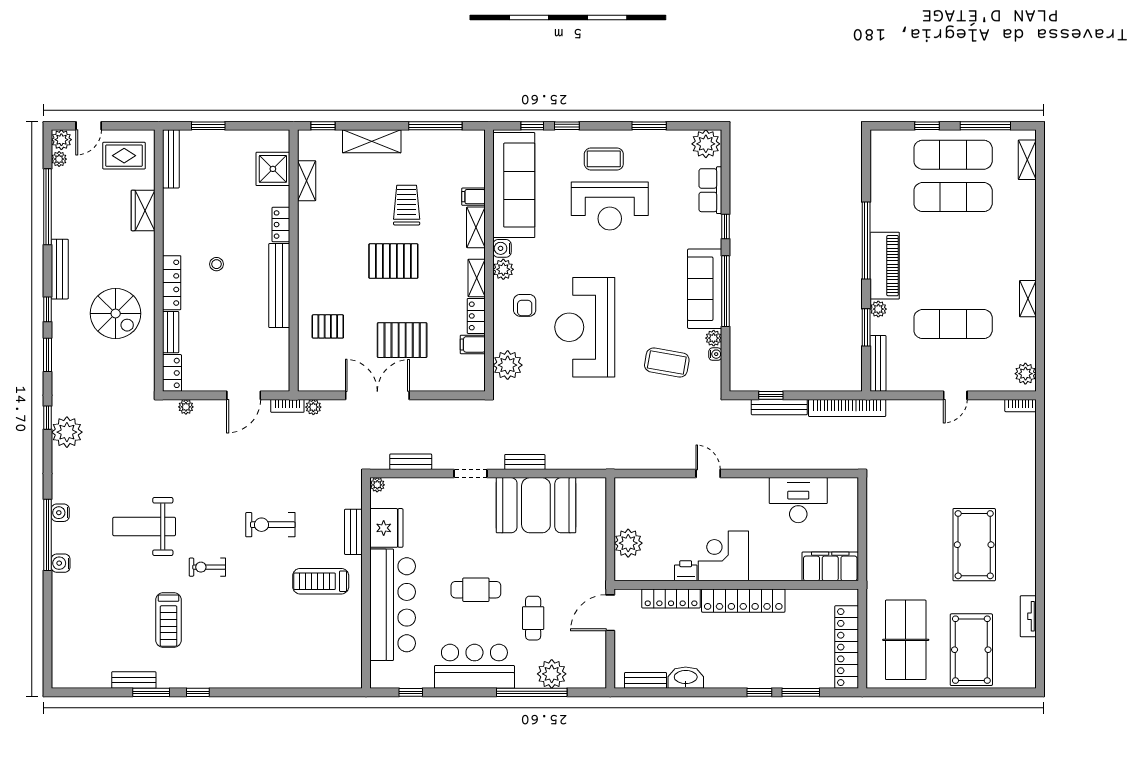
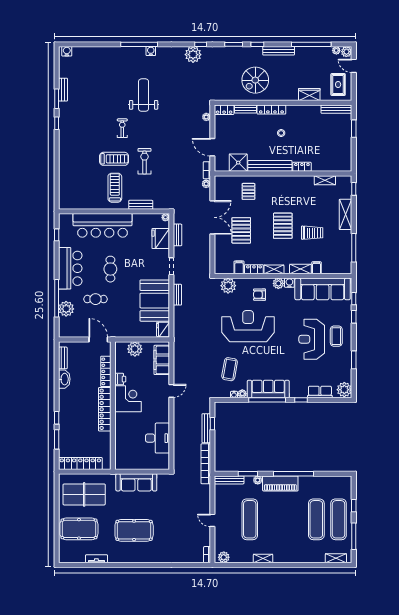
shower: (273, 169) -> (238, 163), moved
fridge: (591, 489) -> (163, 329), added
fridge: (386, 528) -> (161, 239), moved, turned 90
sofa: (883, 540) -> (136, 482), added
water cooler: (61, 563) -> (67, 51), moved
filing cabinet: (830, 566) -> (162, 360), moved, turned 180
treadmill: (169, 620) -> (114, 159), moved, turned 180

